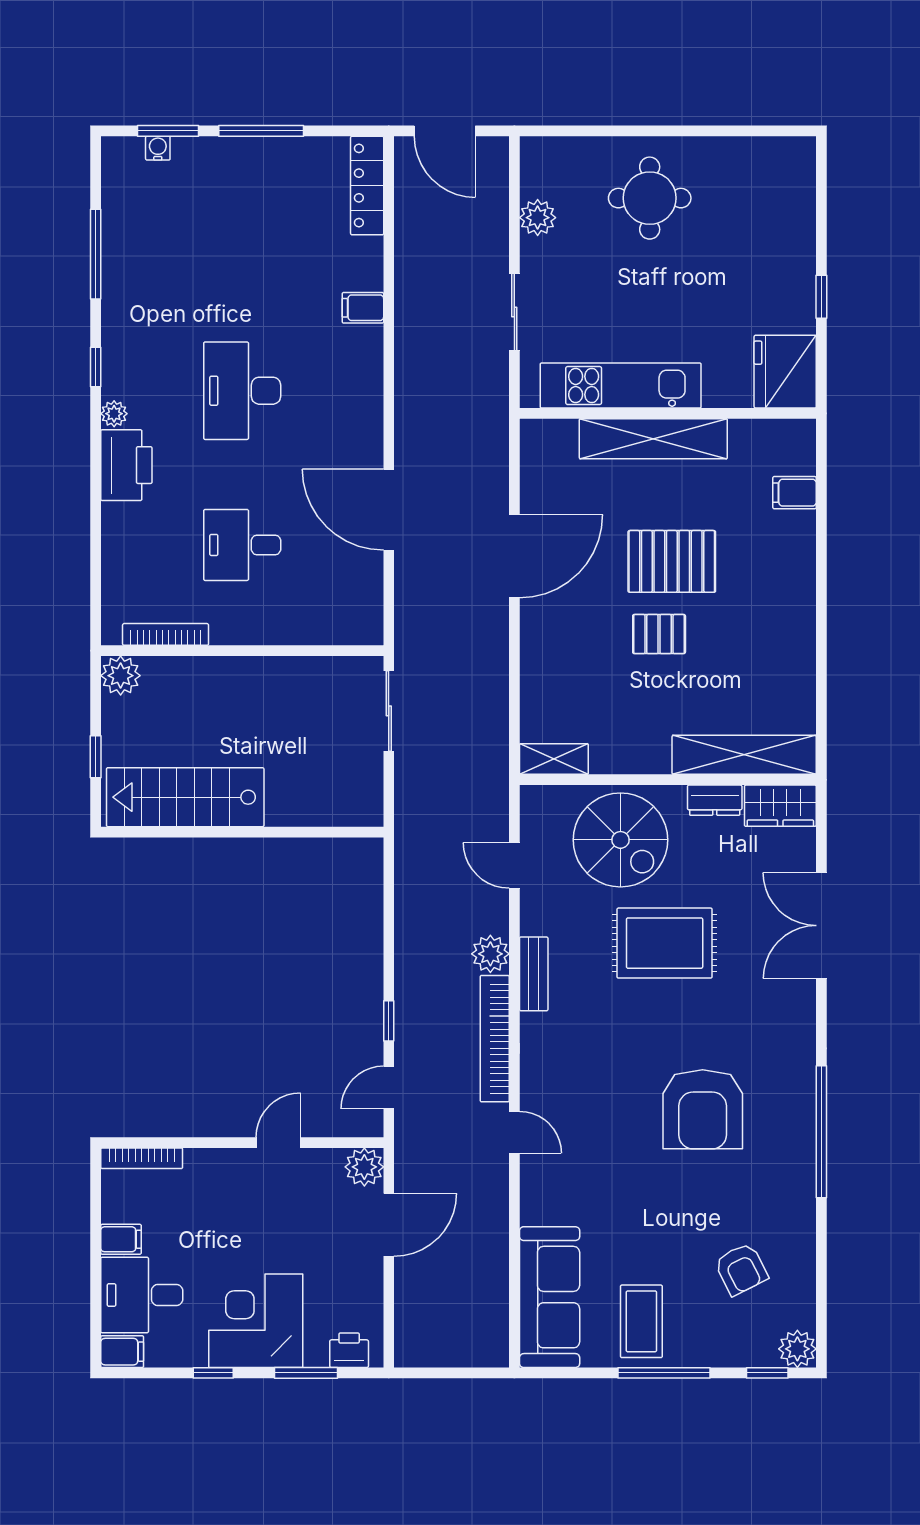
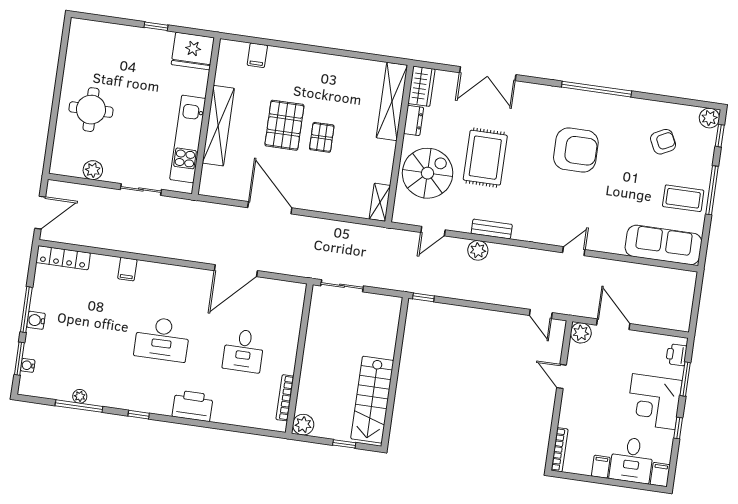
water cooler: (244, 152) -> (36, 320), added
plant: (114, 414) -> (80, 396), moved
window: (389, 1021) -> (423, 297), moved
bookcase: (495, 1039) -> (523, 254), removed

